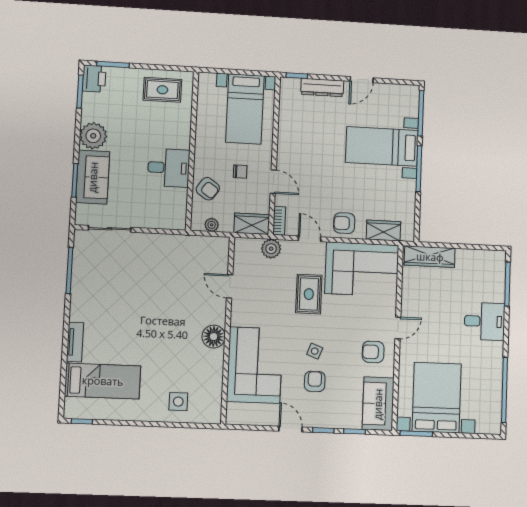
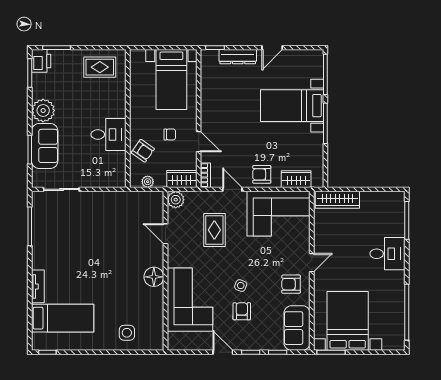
plant: (271, 249) -> (176, 200), moved
rug: (309, 294) -> (214, 230), moved

